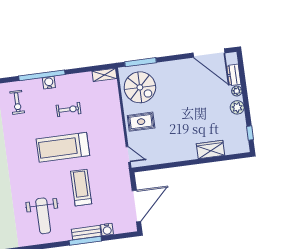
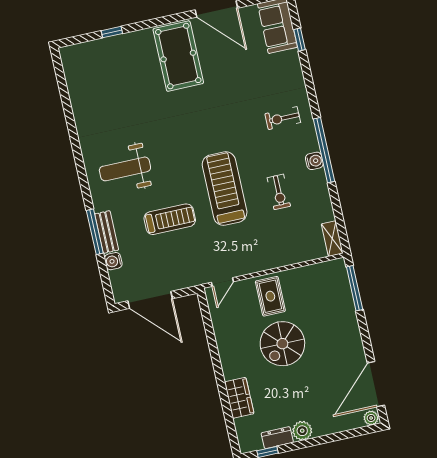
dresser: (234, 75) -> (277, 438), moved
spiral stairs: (140, 87) -> (282, 344), moved
plant: (237, 91) -> (371, 418), moved

